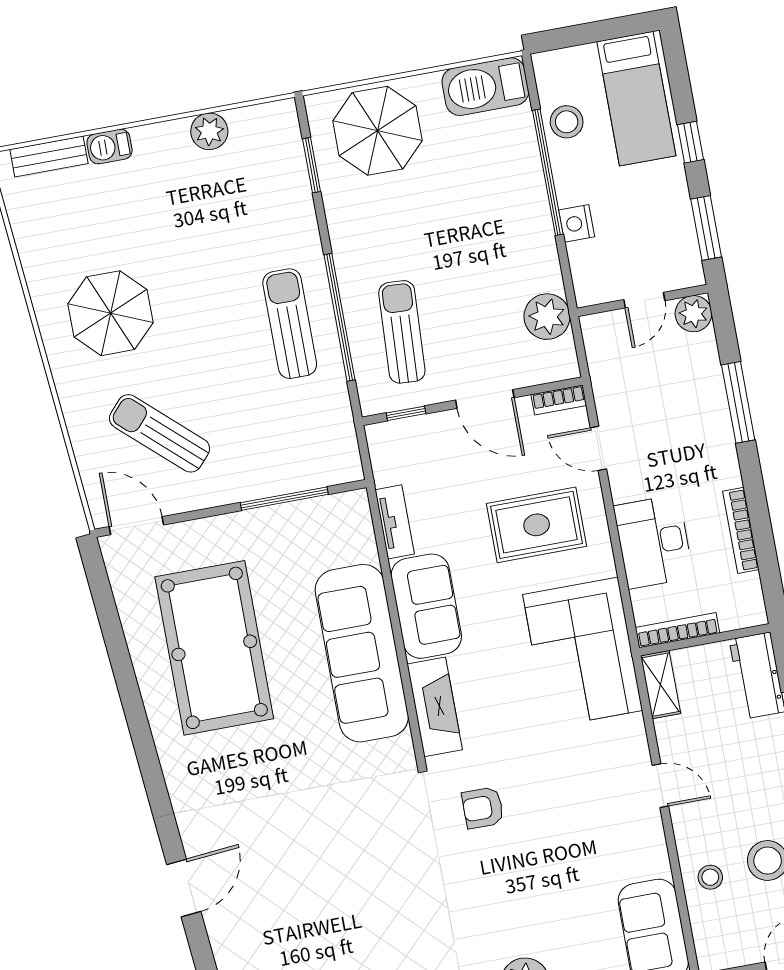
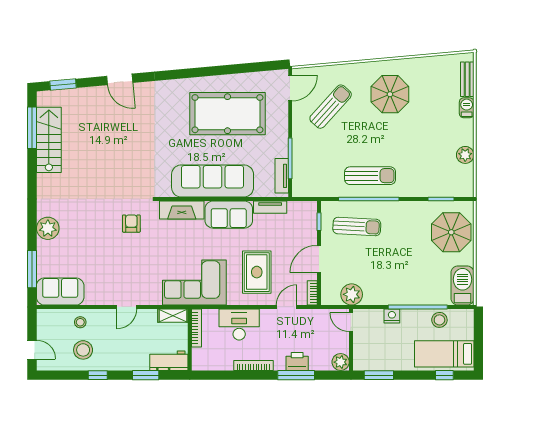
window: (690, 142) -> (444, 375), moved
door: (644, 300) -> (351, 322), moved
printer: (709, 405) -> (297, 361), added
tv unit: (324, 510) -> (282, 176), added
bookcase: (741, 530) -> (253, 366), moved

